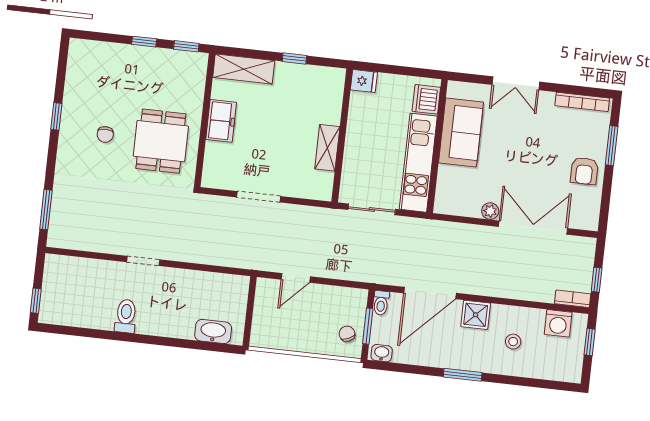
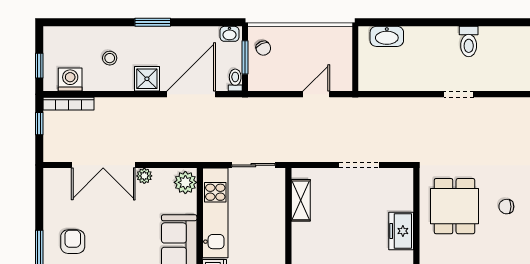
chair: (105, 134) -> (506, 207), turned -90
shelving: (327, 148) -> (301, 200), moved
armchair: (584, 171) -> (73, 242), moved
plant: (447, 199) -> (185, 182), added
bookcase: (573, 299) -> (68, 104), width x1.56

